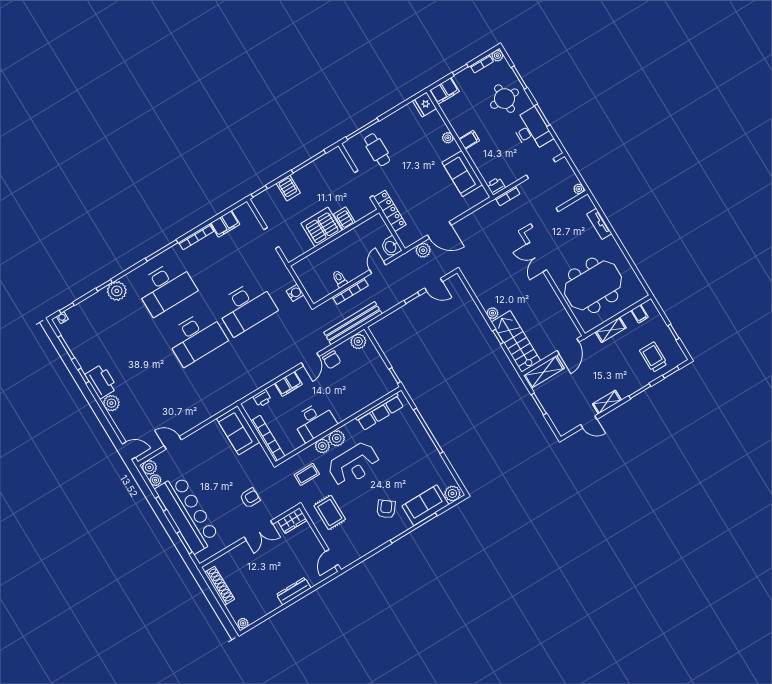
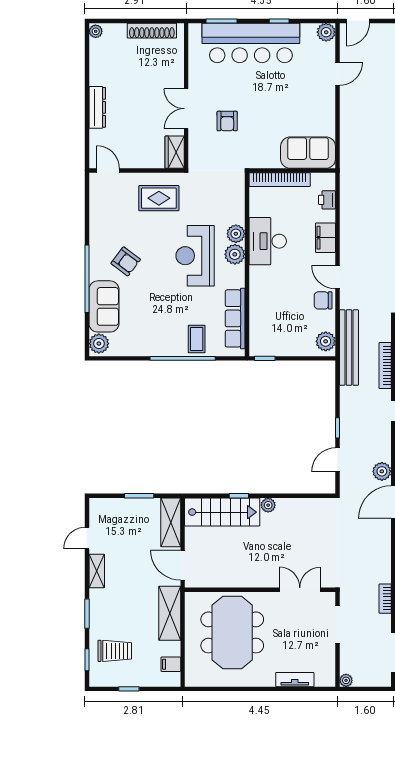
shelving: (611, 330) -> (170, 613), width x1.50, depth x1.33
coffee table: (307, 474) -> (197, 339), moved
plant: (155, 480) -> (308, 30), removed

